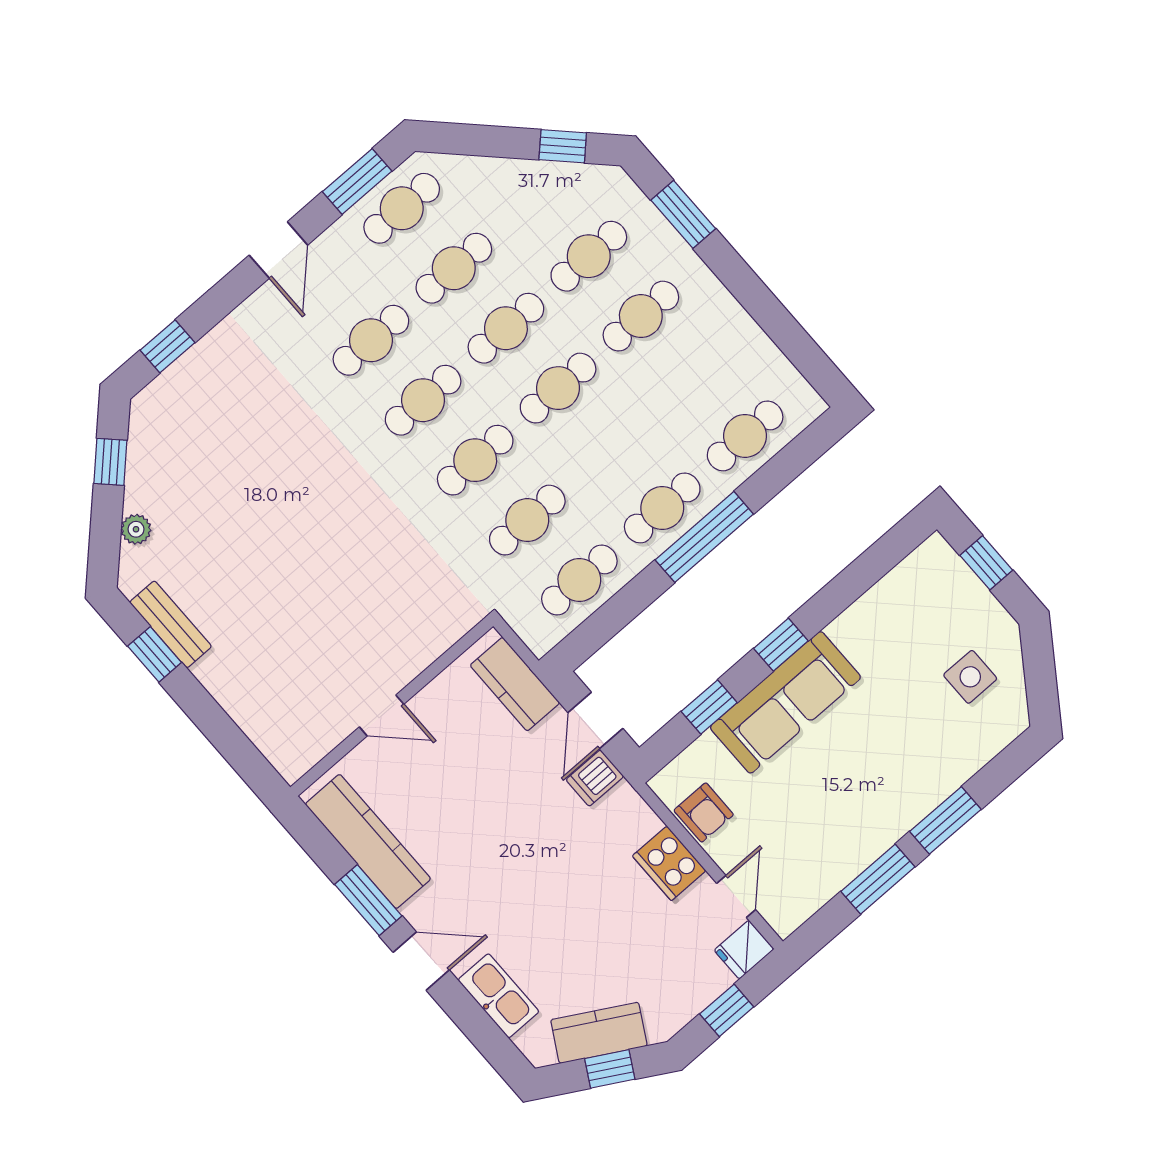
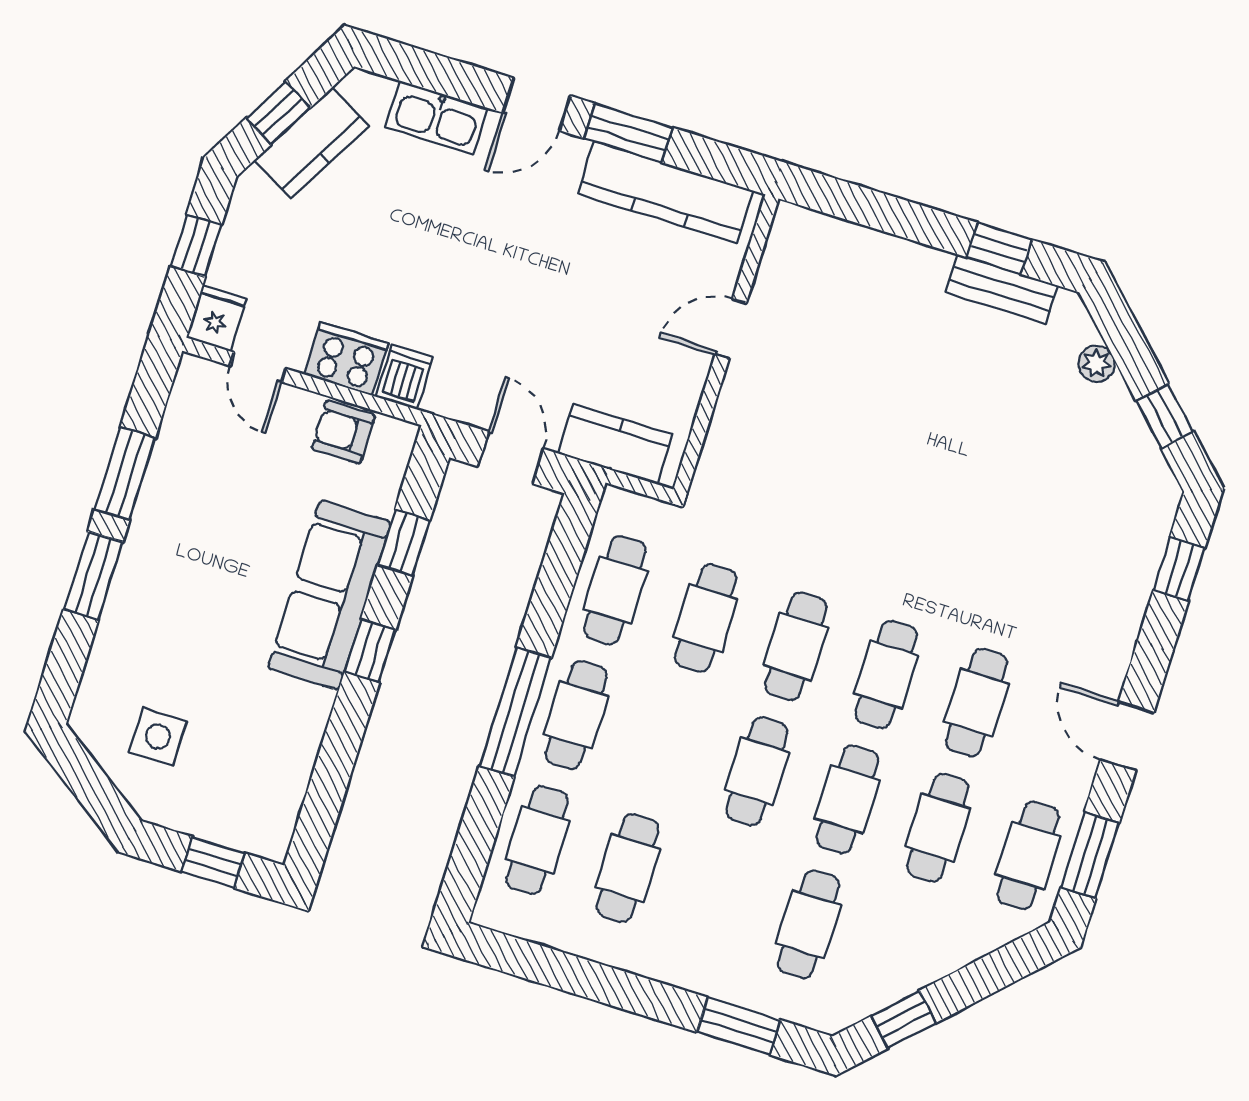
cafe table: (641, 316) -> (628, 868), moved
dishwasher: (595, 778) -> (404, 377), moved

